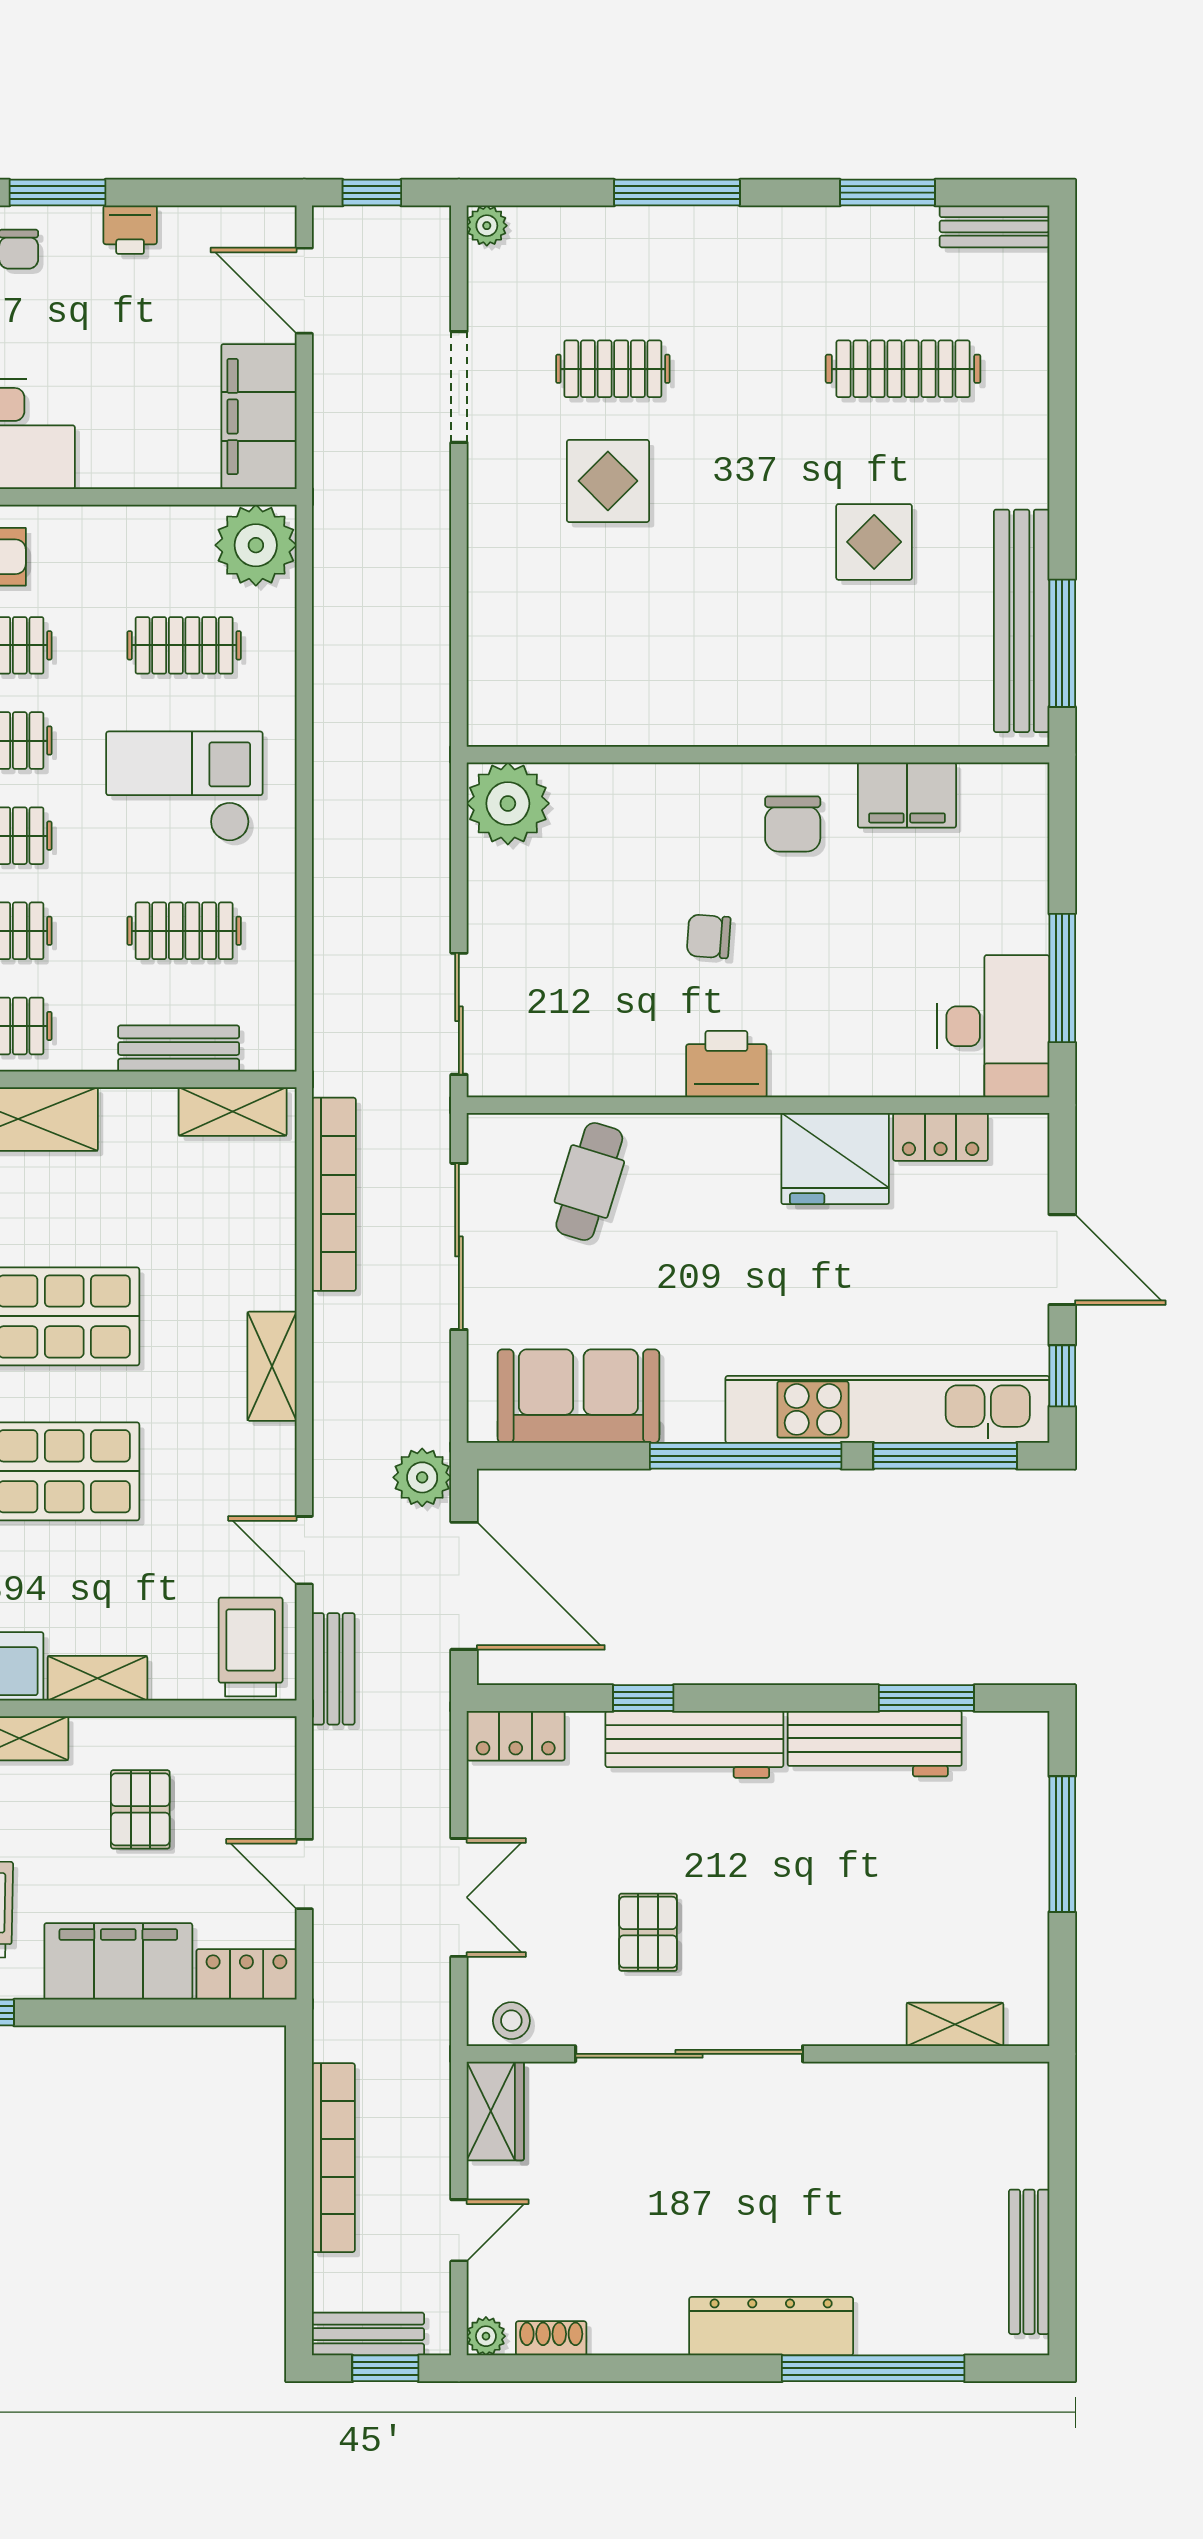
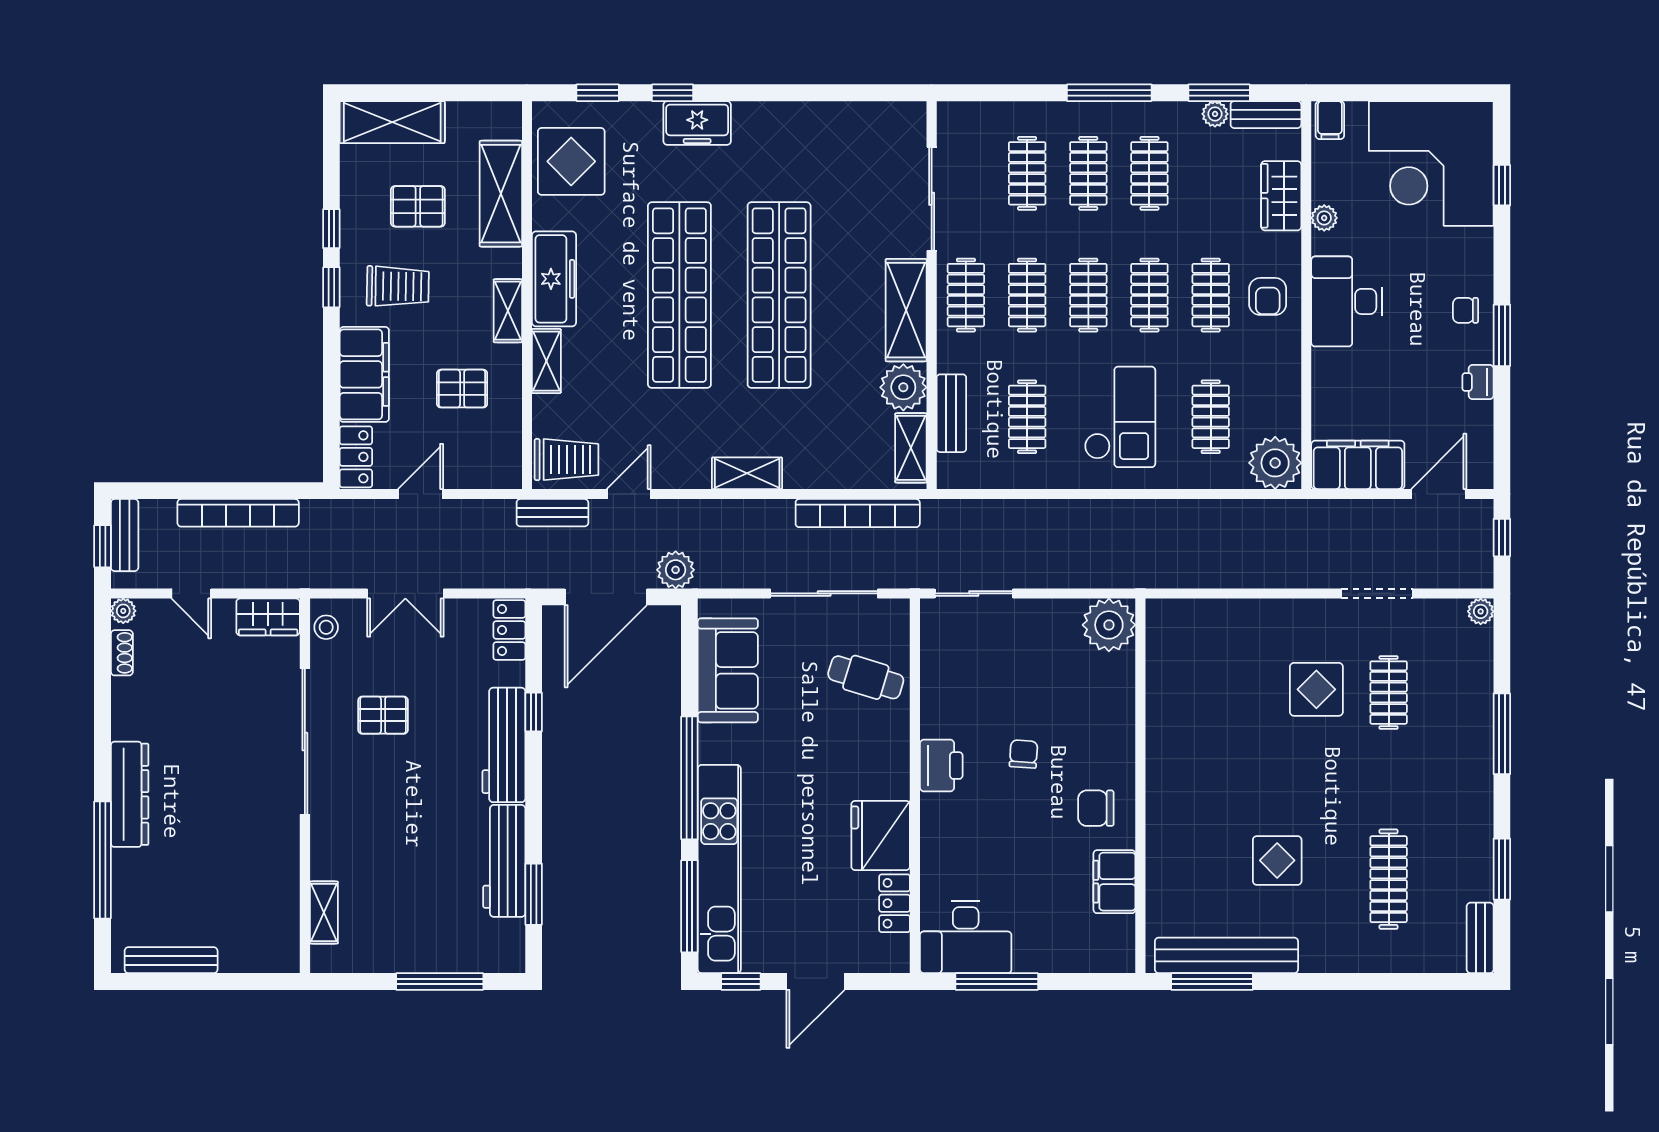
plant: (138, 1123) -> (903, 387), added

